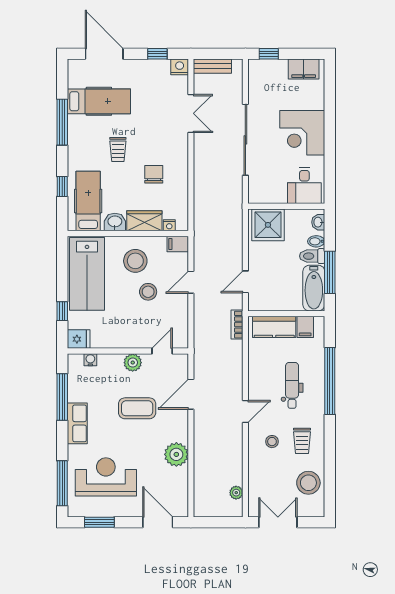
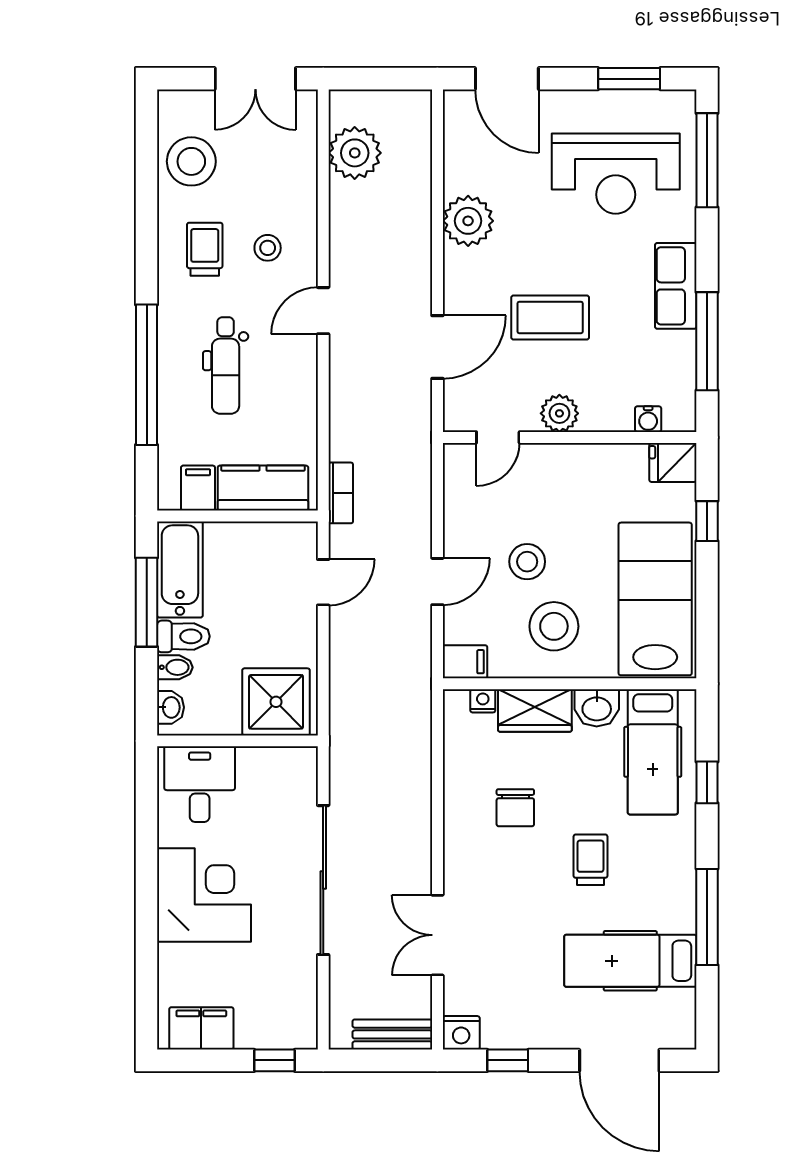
plant: (236, 493) -> (355, 153), width x1.88, depth x1.88

